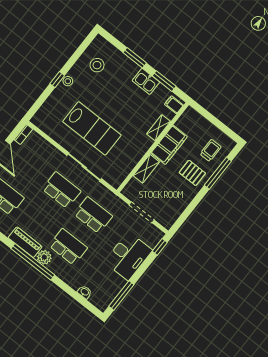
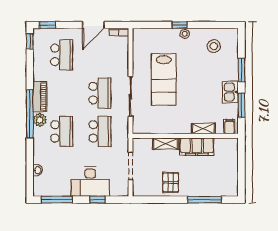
trolley: (211, 150) -> (217, 181), removed
pallet: (192, 173) -> (171, 182), moved
window: (160, 247) -> (98, 200), moved

